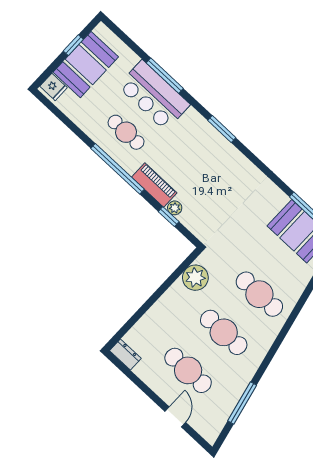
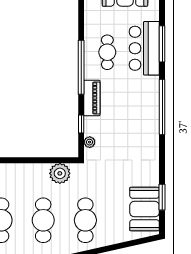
window: (222, 129) -> (162, 107), width x2.11
plant: (175, 208) -> (90, 142), moved

